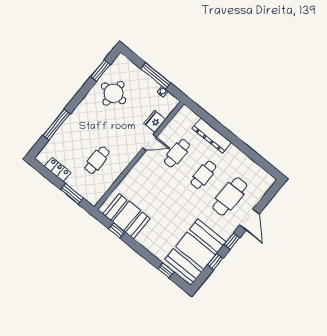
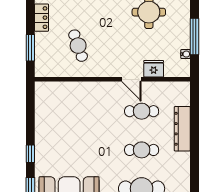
cafe table: (97, 160) -> (78, 46), turned 71
booth: (126, 216) -> (50, 112), removed
window: (117, 230) -> (30, 154), moved

